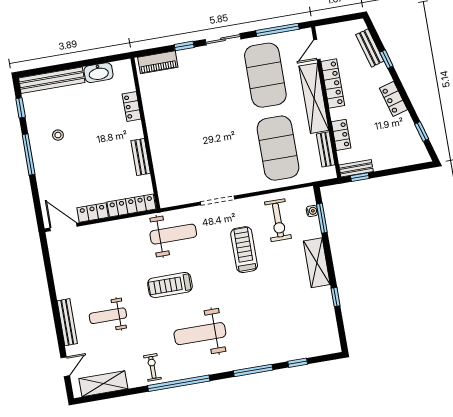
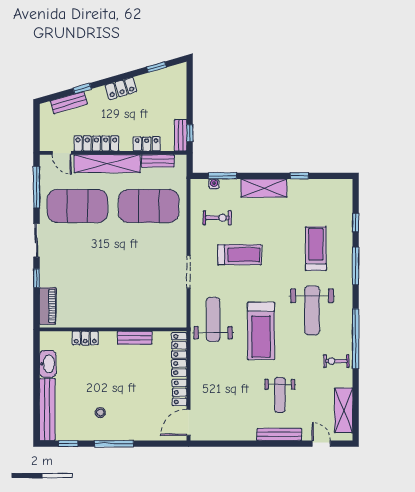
exercise bike: (278, 220) -> (217, 218), width x0.73, depth x0.72
treadmill: (244, 250) -> (240, 255), turned 180
treadmill: (170, 285) -> (261, 331), width x1.37, depth x1.38
treadmill: (264, 327) -> (316, 249), added

